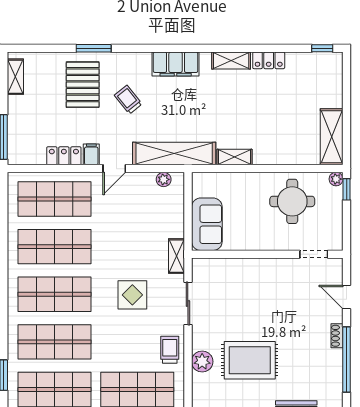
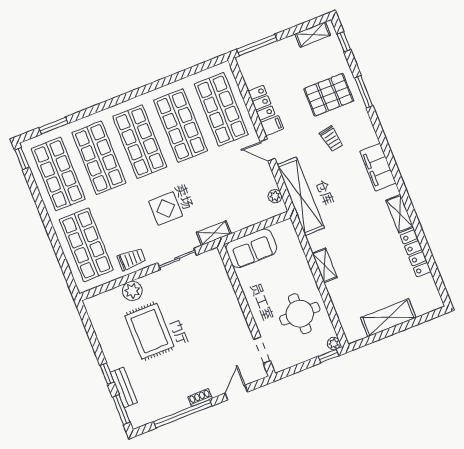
window: (322, 48) -> (344, 42), moved
locker: (269, 60) -> (416, 253), width x1.53
trolley: (128, 100) -> (331, 139), turned 118
shelving: (332, 137) -> (388, 318), moved
shelving: (235, 157) -> (325, 265), moved

